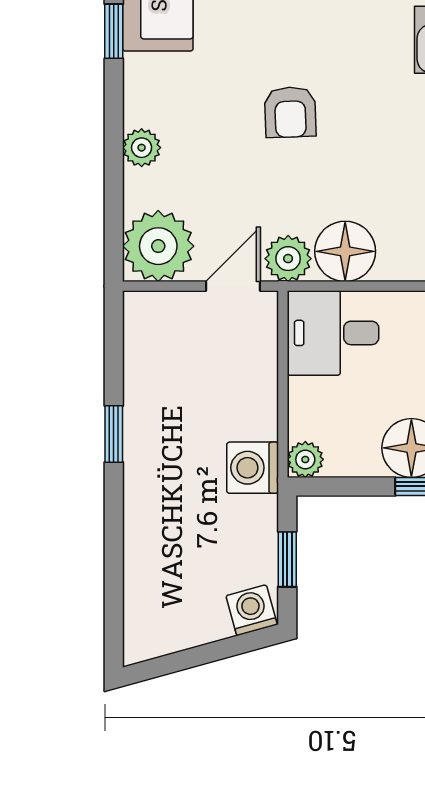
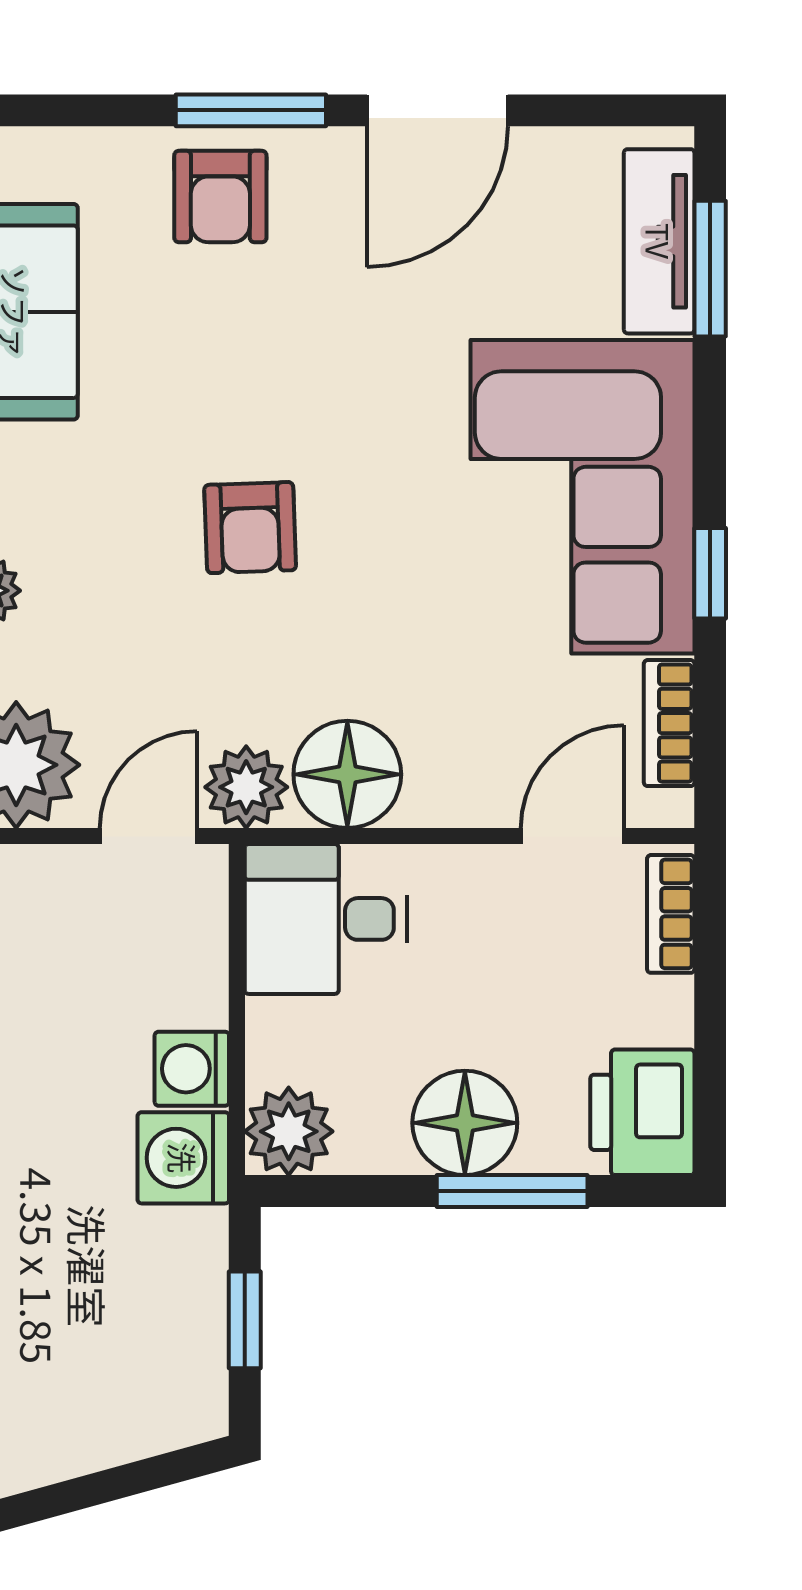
plant: (305, 459) -> (289, 1131), width x1.38, depth x1.38
washing machine: (252, 610) -> (192, 1069), moved, turned -75

